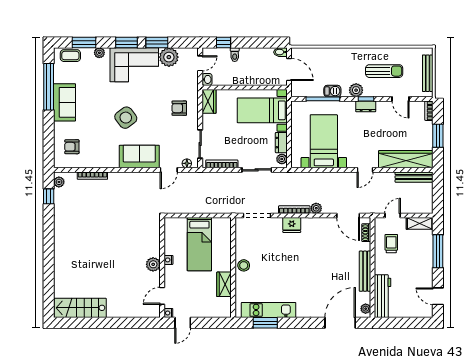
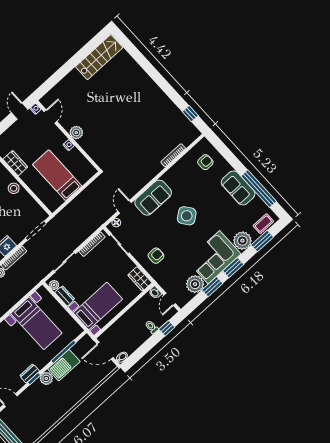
plant: (99, 53) -> (242, 241), width x1.88, depth x1.88
sun lounger: (384, 71) -> (39, 409), removed
barbecue: (332, 91) -> (64, 365), width x1.88, depth x1.53
plant: (59, 182) -> (192, 130), removed

